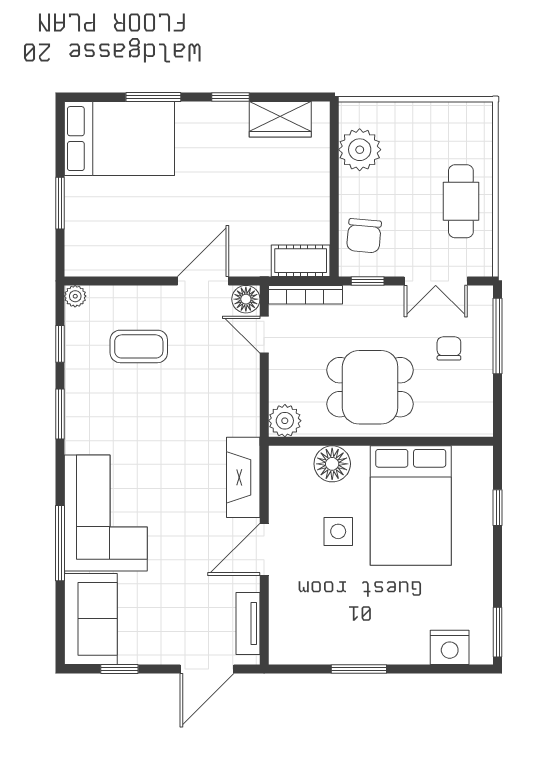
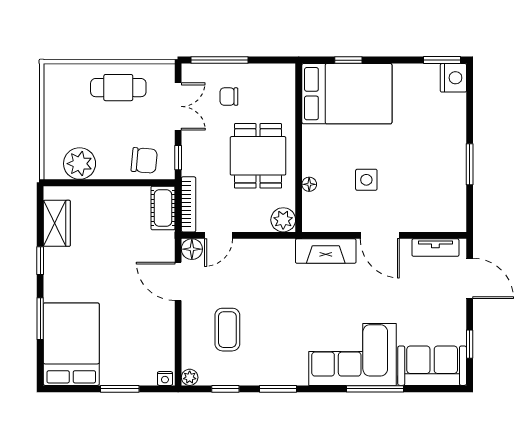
nightstand: (74, 263) -> (165, 378), added
floor lamp: (332, 464) -> (309, 184), width x0.53, depth x0.53
bed: (411, 506) -> (347, 94), moved
nightstand: (450, 647) -> (453, 78), moved

